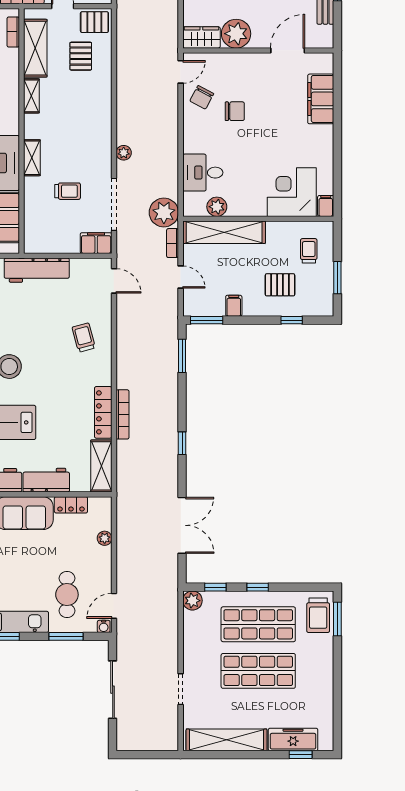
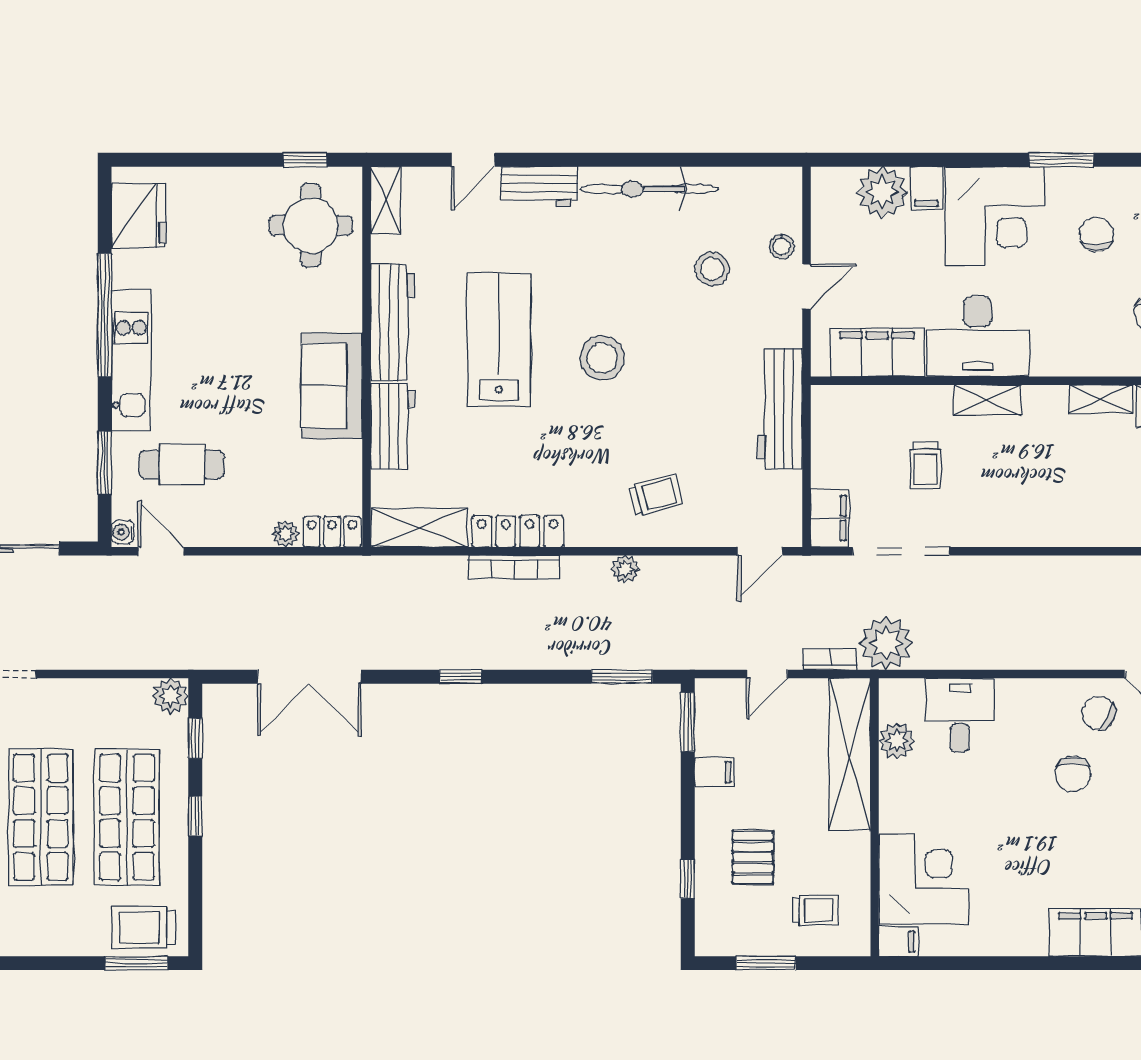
plant: (124, 153) -> (625, 569), moved
locker: (71, 505) -> (332, 532), moved, turned 90

